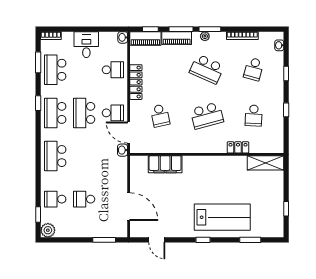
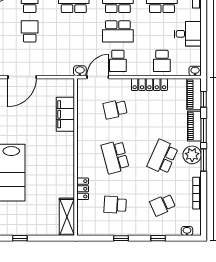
plant: (205, 36) -> (192, 155), width x1.87, depth x1.87
school desk: (254, 69) -> (163, 205), turned -39
school desk: (84, 113) -> (118, 31), turned 180

